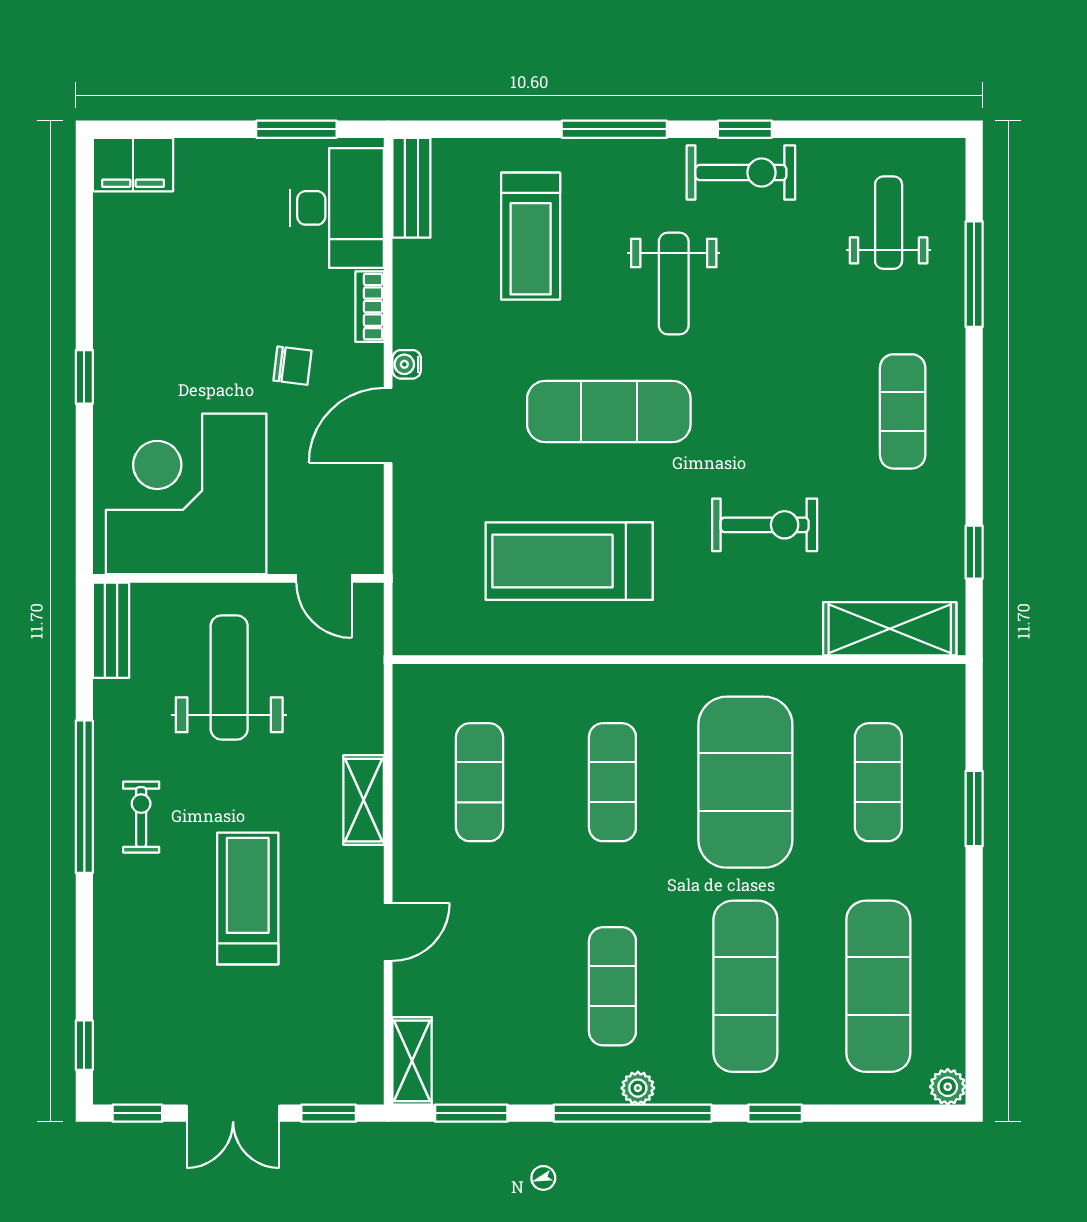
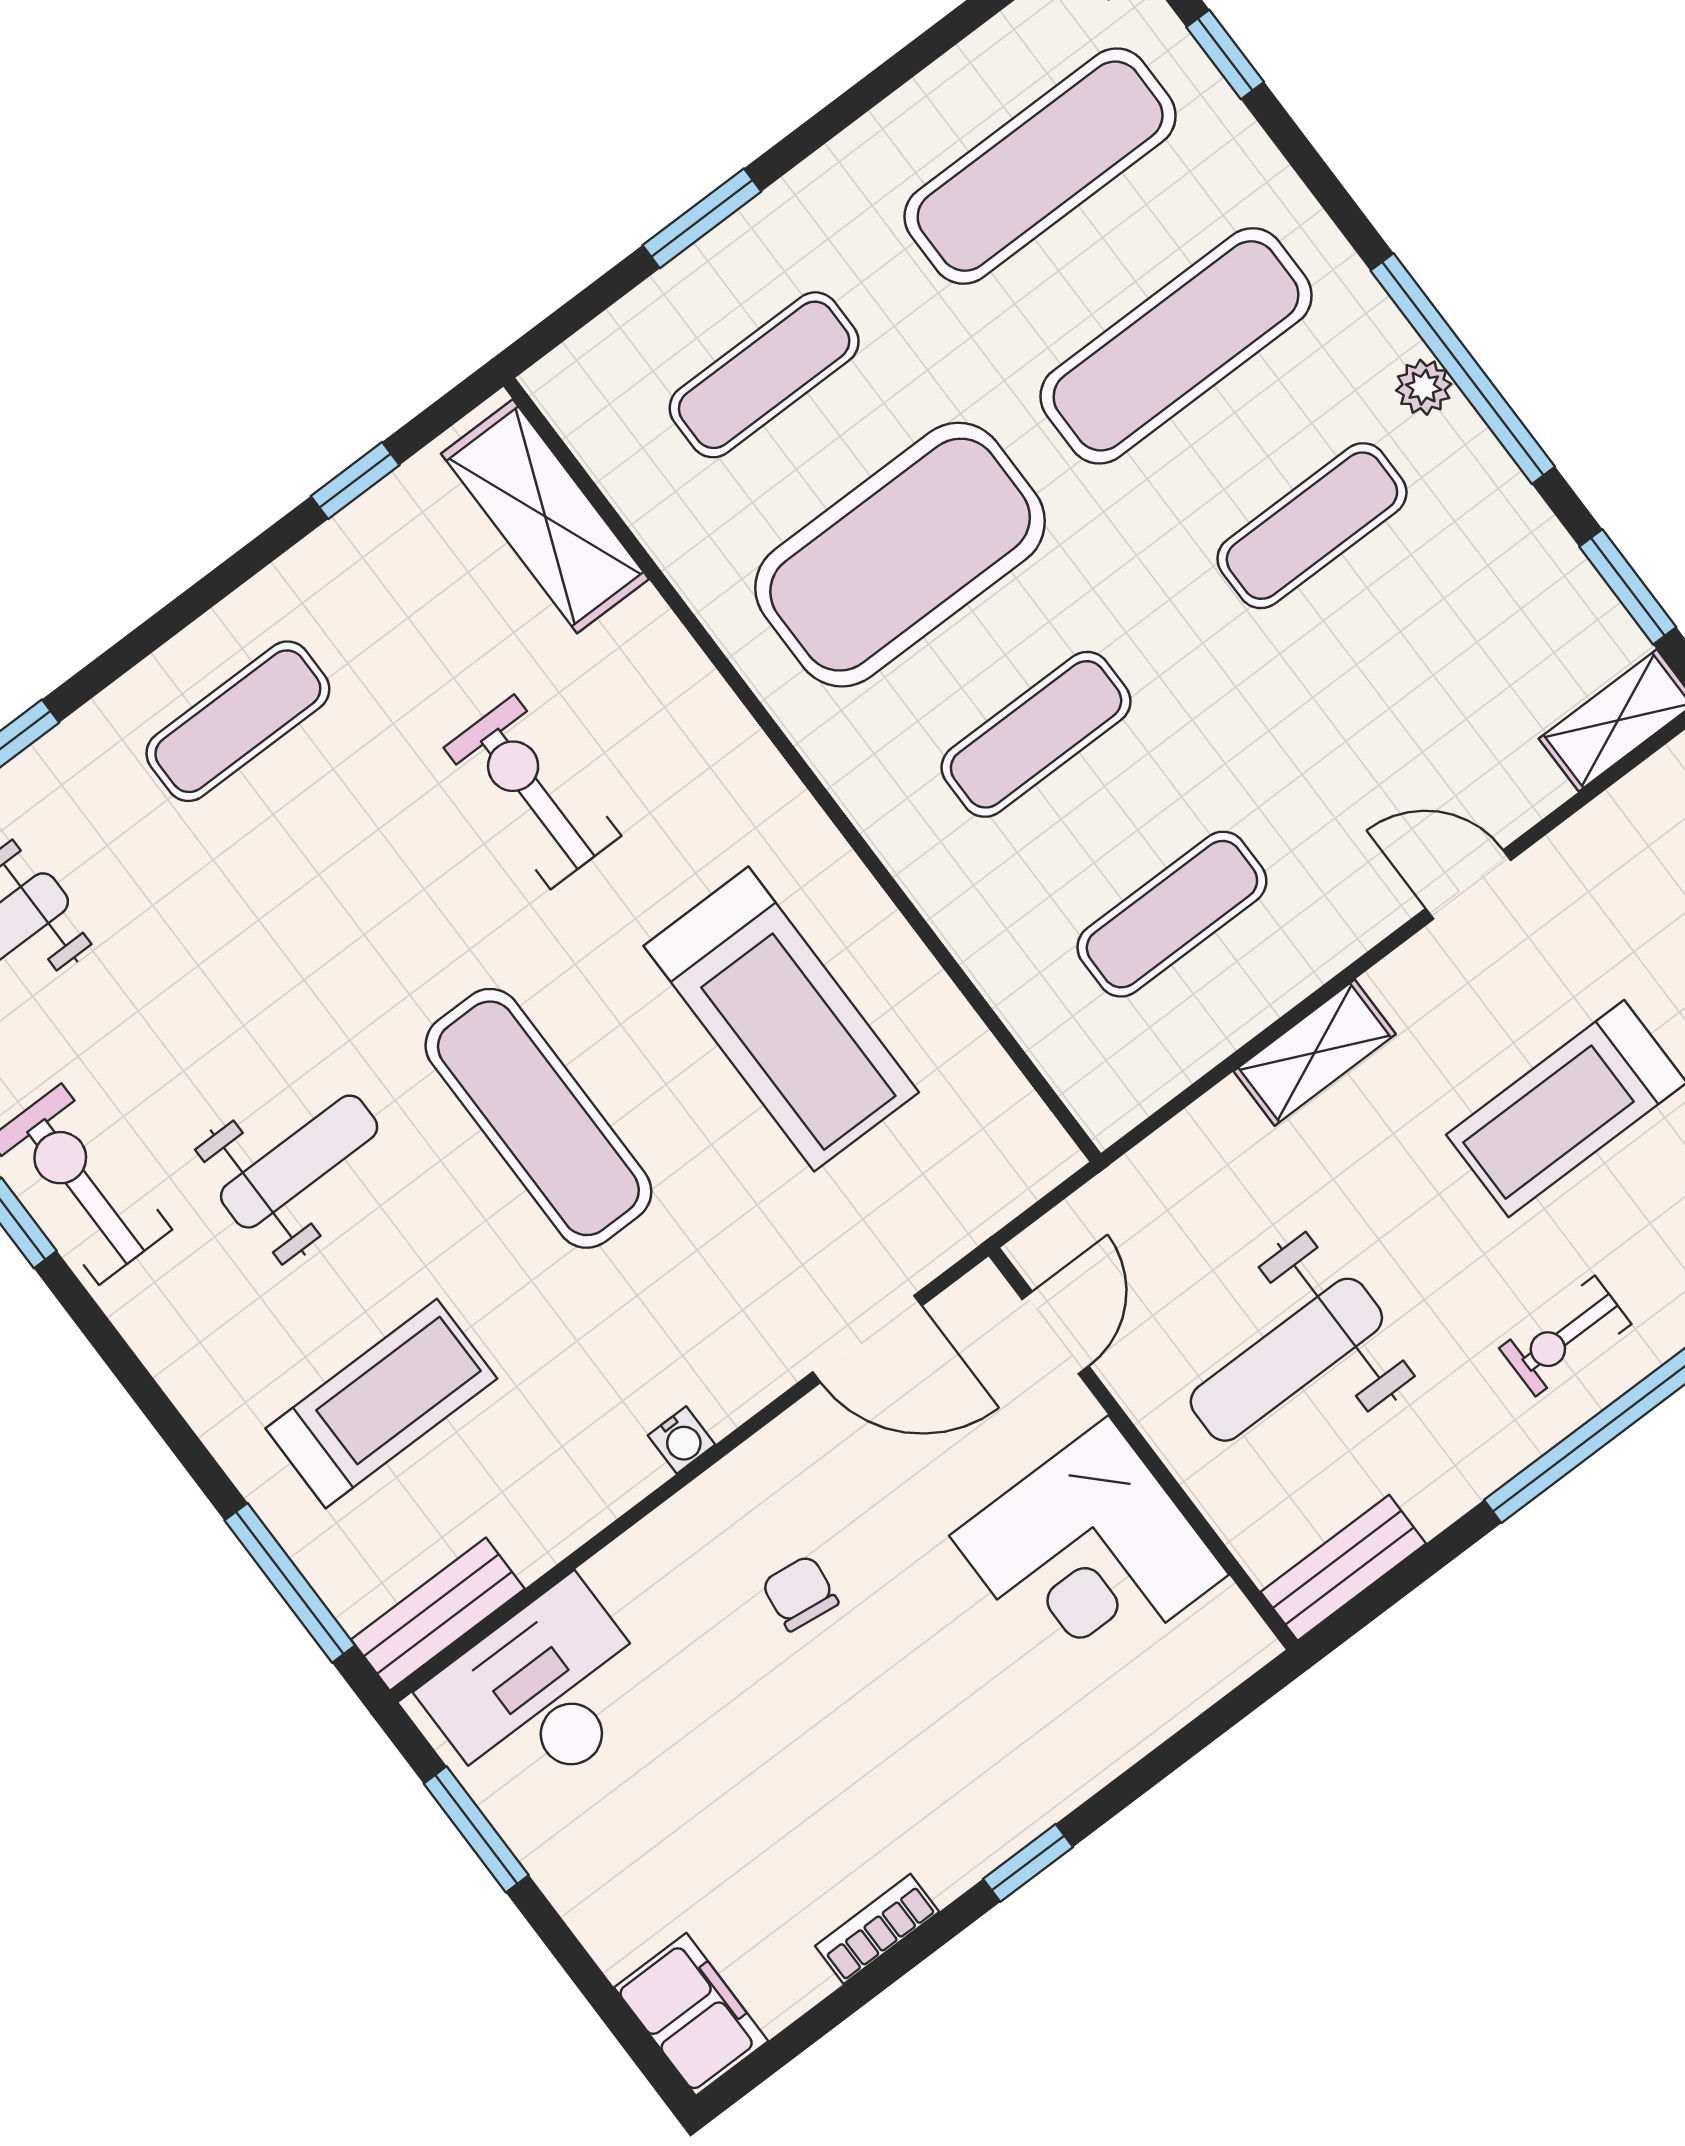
window: (614, 129) -> (290, 1583), moved
bookcase: (370, 307) -> (877, 1929), moved, turned 180
door: (388, 425) -> (867, 1339), moved
corner desk: (186, 494) -> (1089, 1555), width x0.74, depth x0.74
window: (775, 1113) -> (1225, 54), moved

